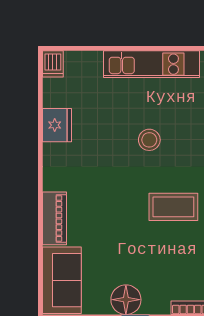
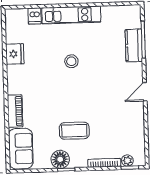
dishwasher: (53, 64) -> (35, 16), moved
coffee table: (173, 207) -> (74, 131), moved

